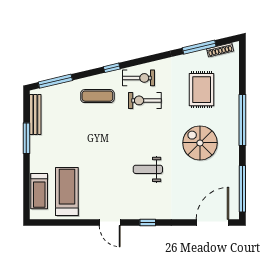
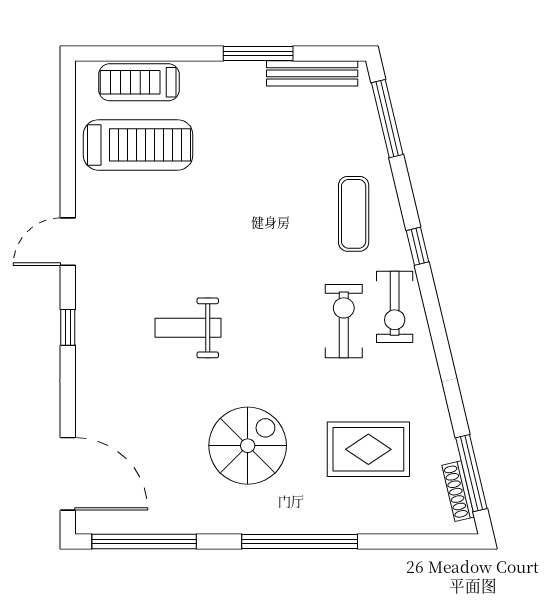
window: (199, 47) -> (471, 473), moved
weight bench: (148, 169) -> (188, 328), turned -90

